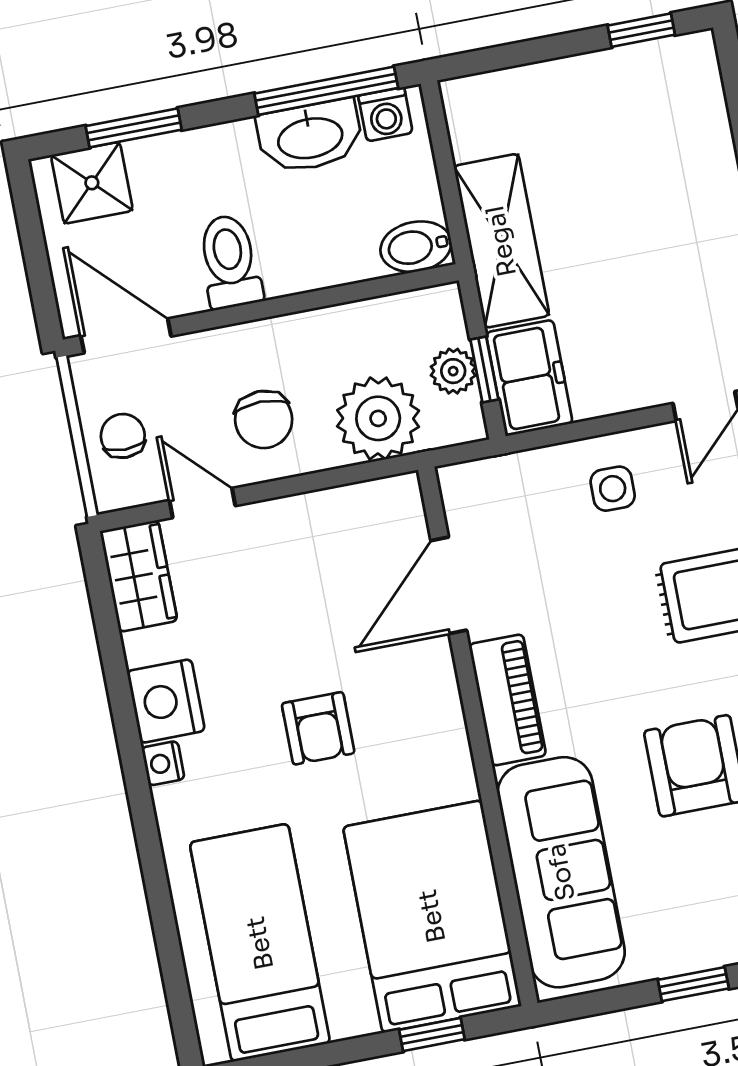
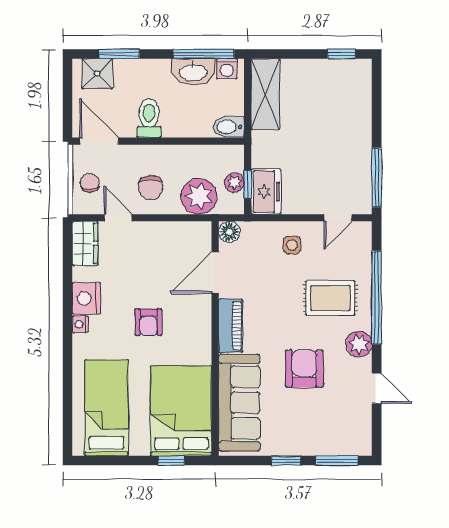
shelving: (501, 241) -> (265, 94), moved
floor lamp: (463, 486) -> (229, 232), added

